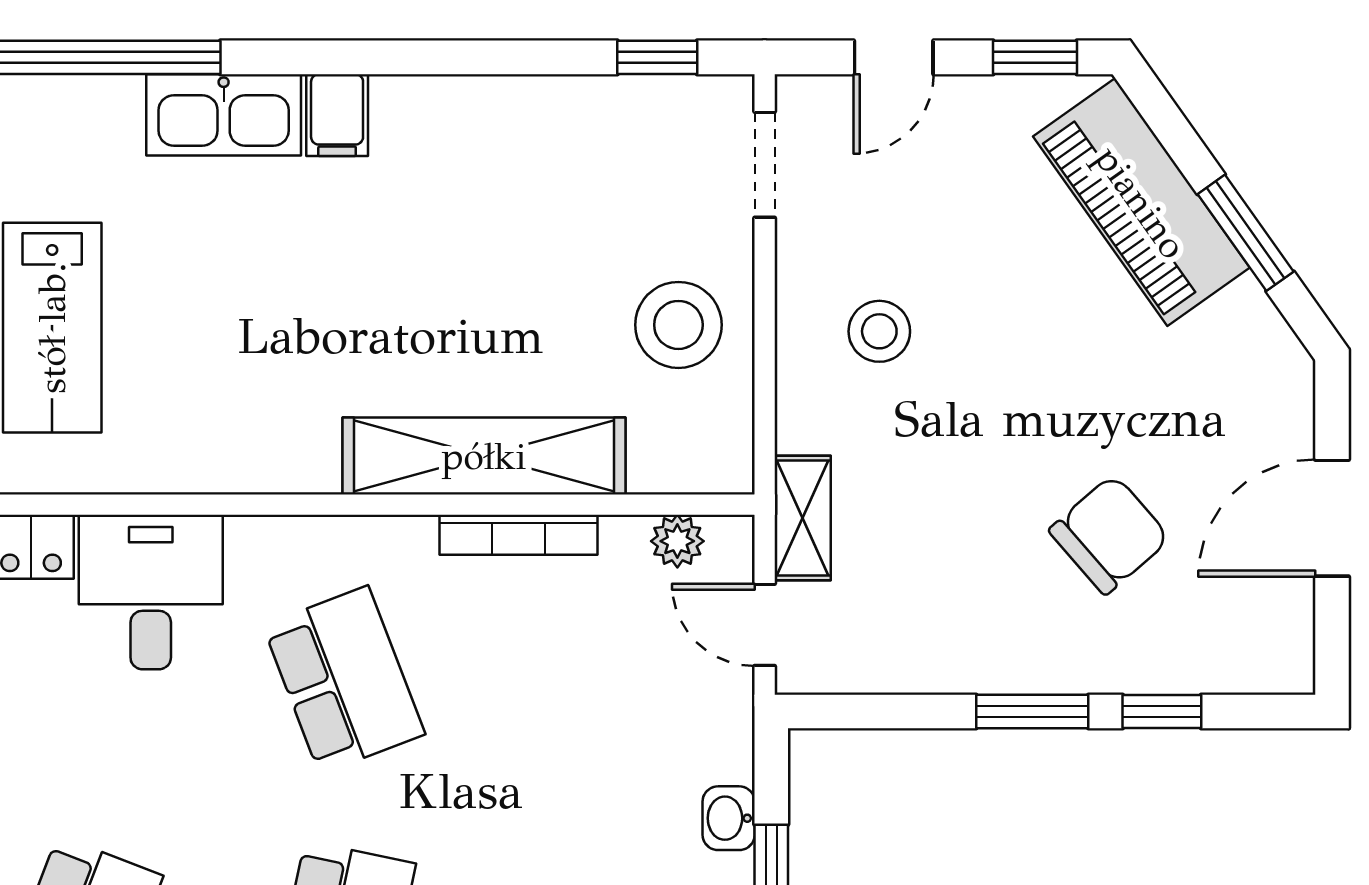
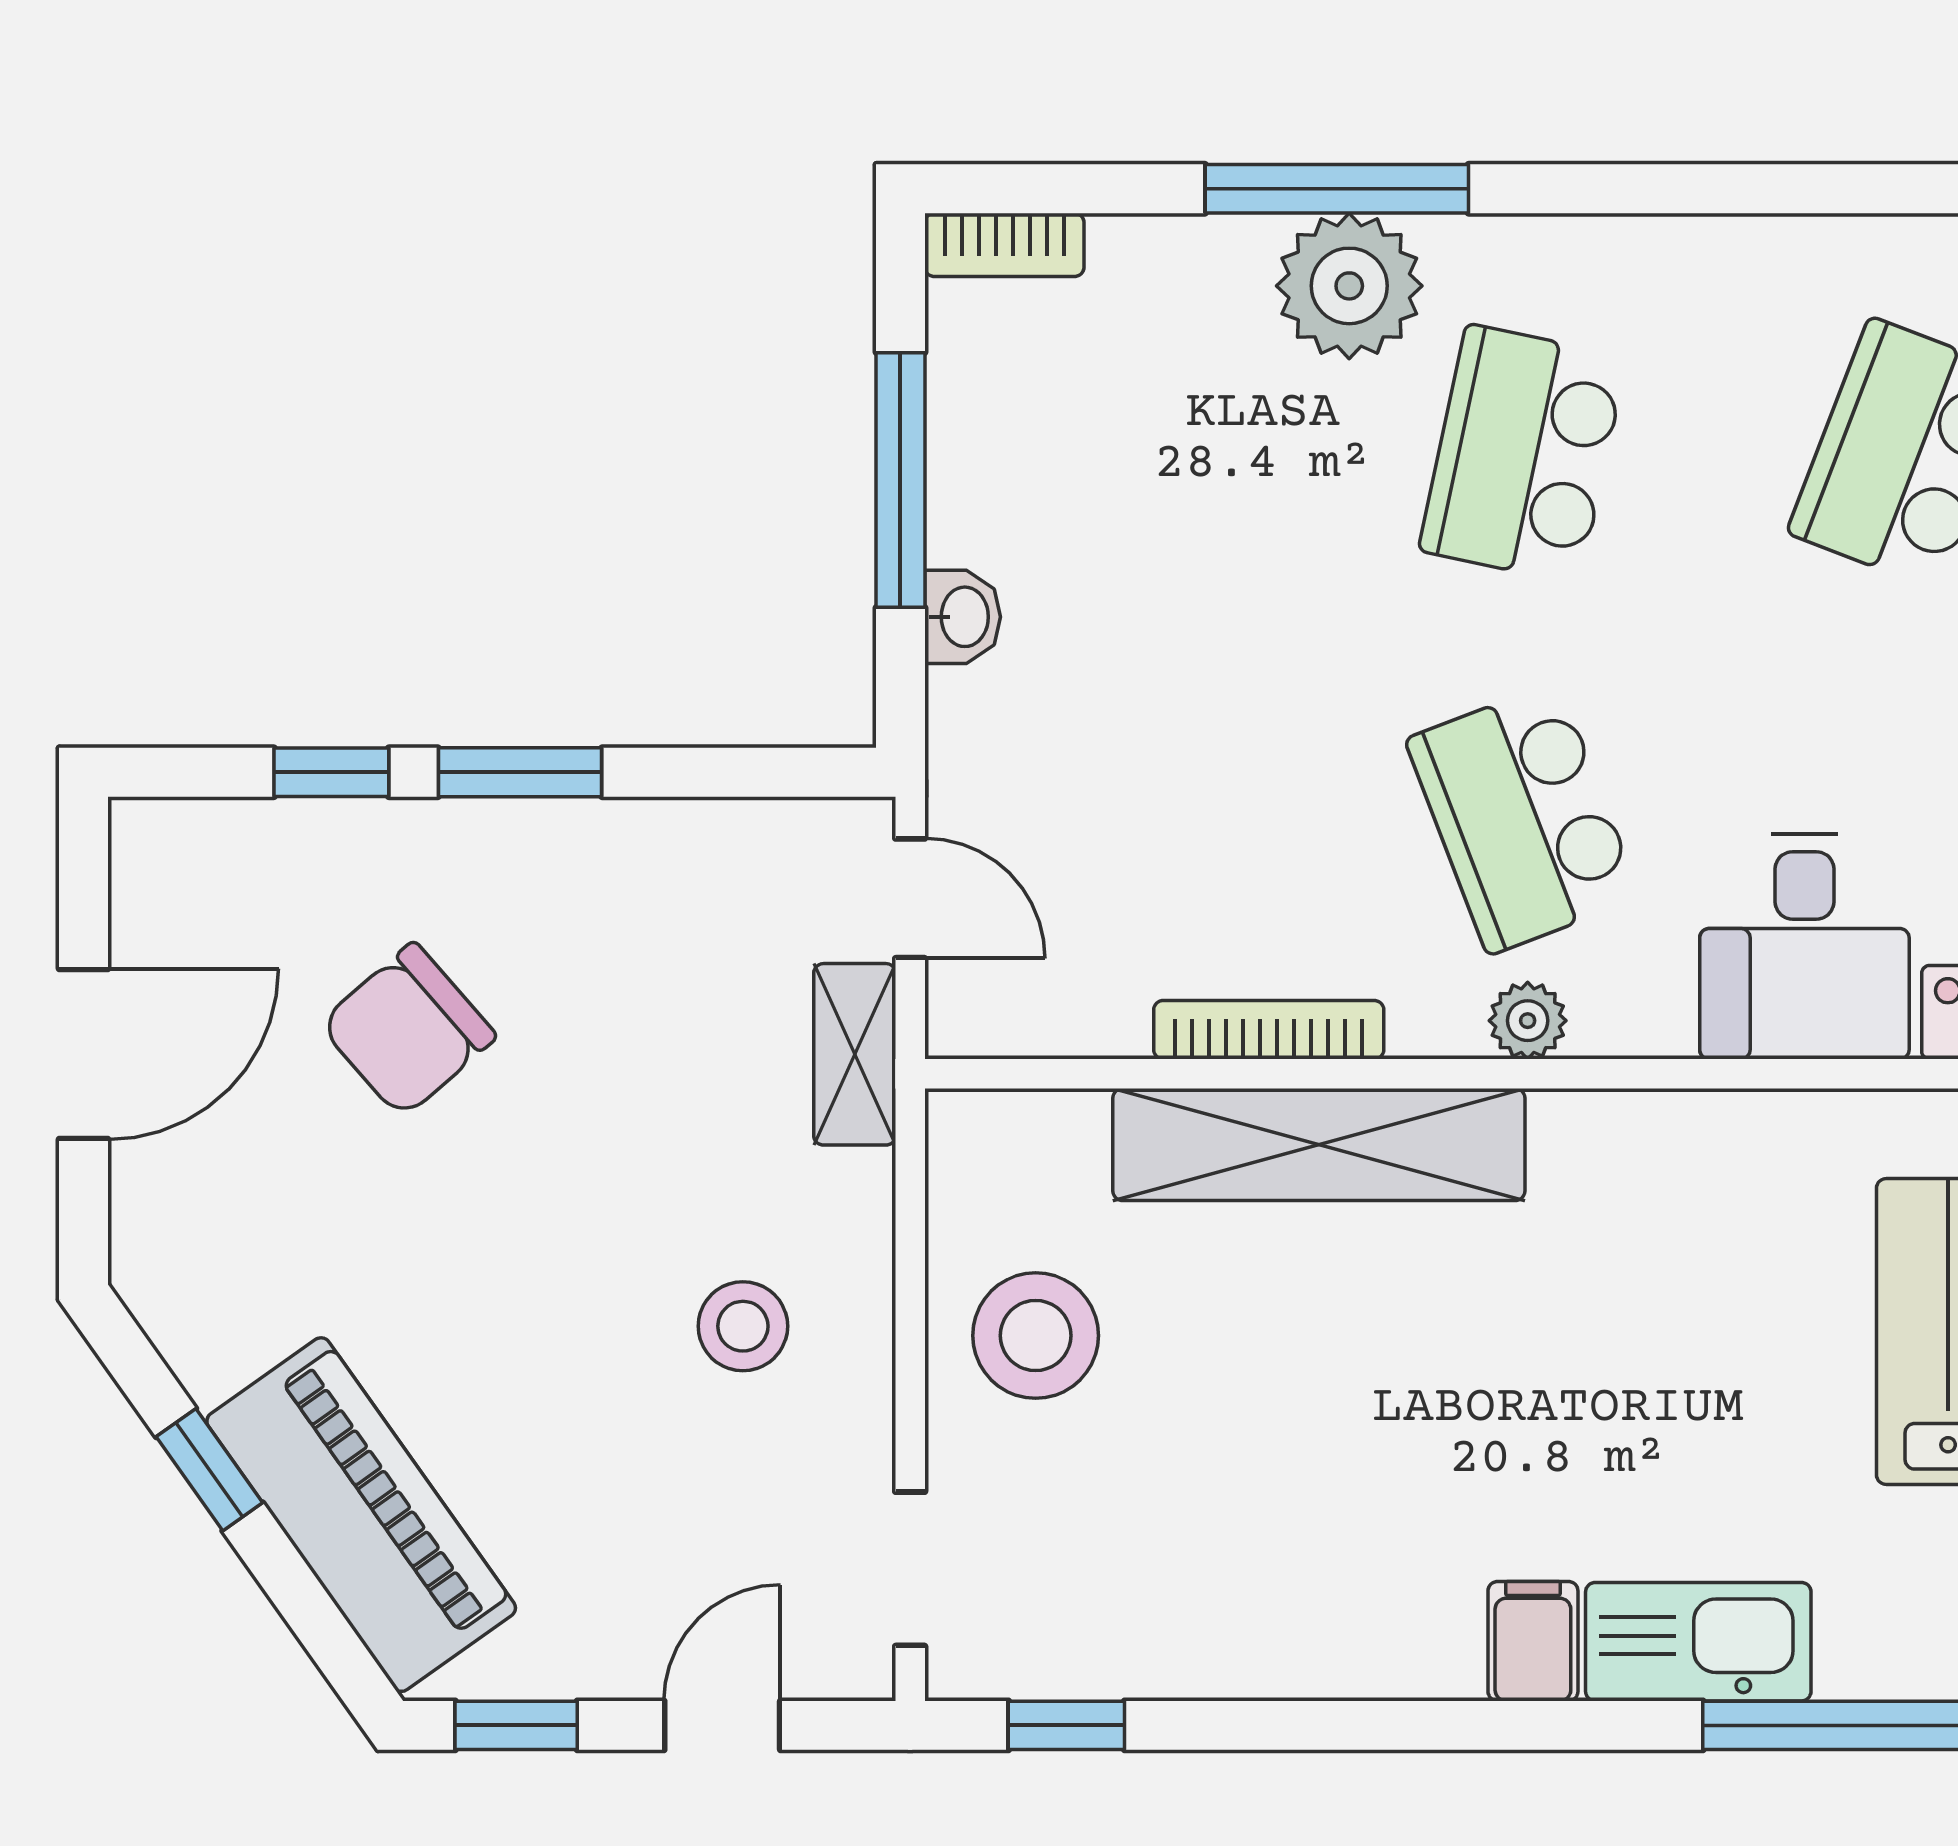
window: (1246, 233) -> (209, 1470), width x0.67
plant: (677, 541) -> (1528, 1021), moved

